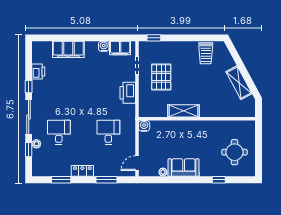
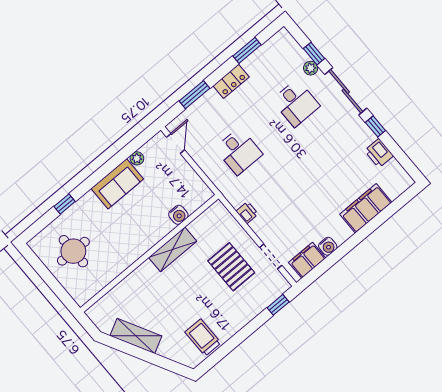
printer: (128, 93) -> (247, 213), width x0.53, depth x0.68
water cooler: (144, 126) -> (178, 215), moved

